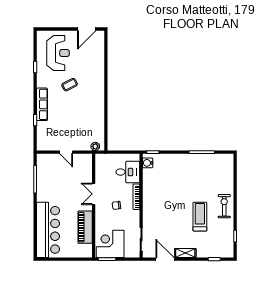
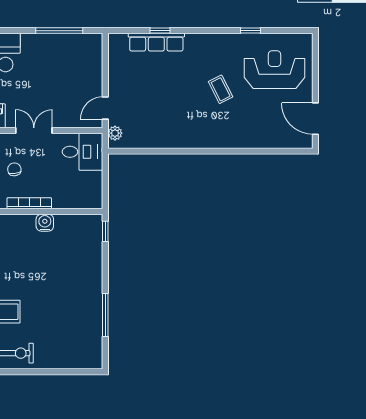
reception desk: (58, 53) -> (274, 70), turned 180
row of seats: (42, 104) -> (156, 42), moved
door: (66, 152) -> (105, 108), moved
water cooler: (148, 163) -> (45, 223), moved
desk: (128, 172) -> (82, 152), moved, turned -90

